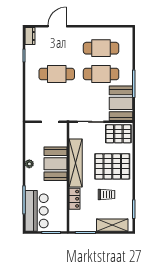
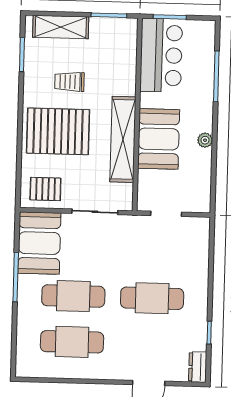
pallet: (118, 134) -> (45, 189), width x0.67, depth x0.71
locker: (74, 199) -> (127, 76), removed
bar counter: (37, 211) -> (161, 55), moved, turned 180

